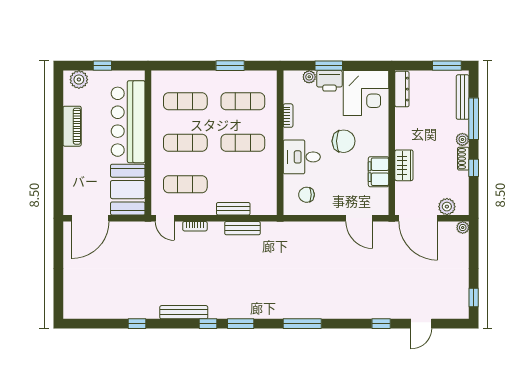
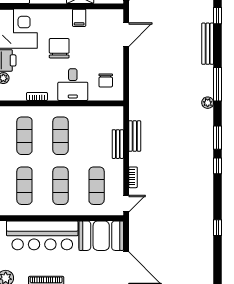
filing cabinet: (379, 172) -> (79, 18), width x0.50
bench: (184, 312) -> (208, 44), moved
plant: (281, 312) -> (208, 103), added

